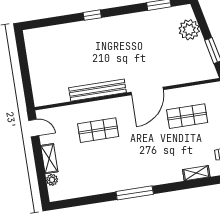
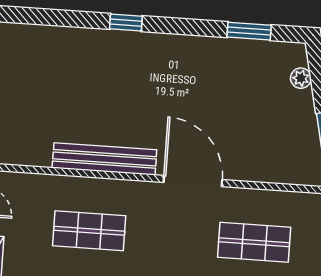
plant: (189, 30) -> (301, 78), width x0.53, depth x0.53
door: (147, 91) -> (193, 181), swing flipped

